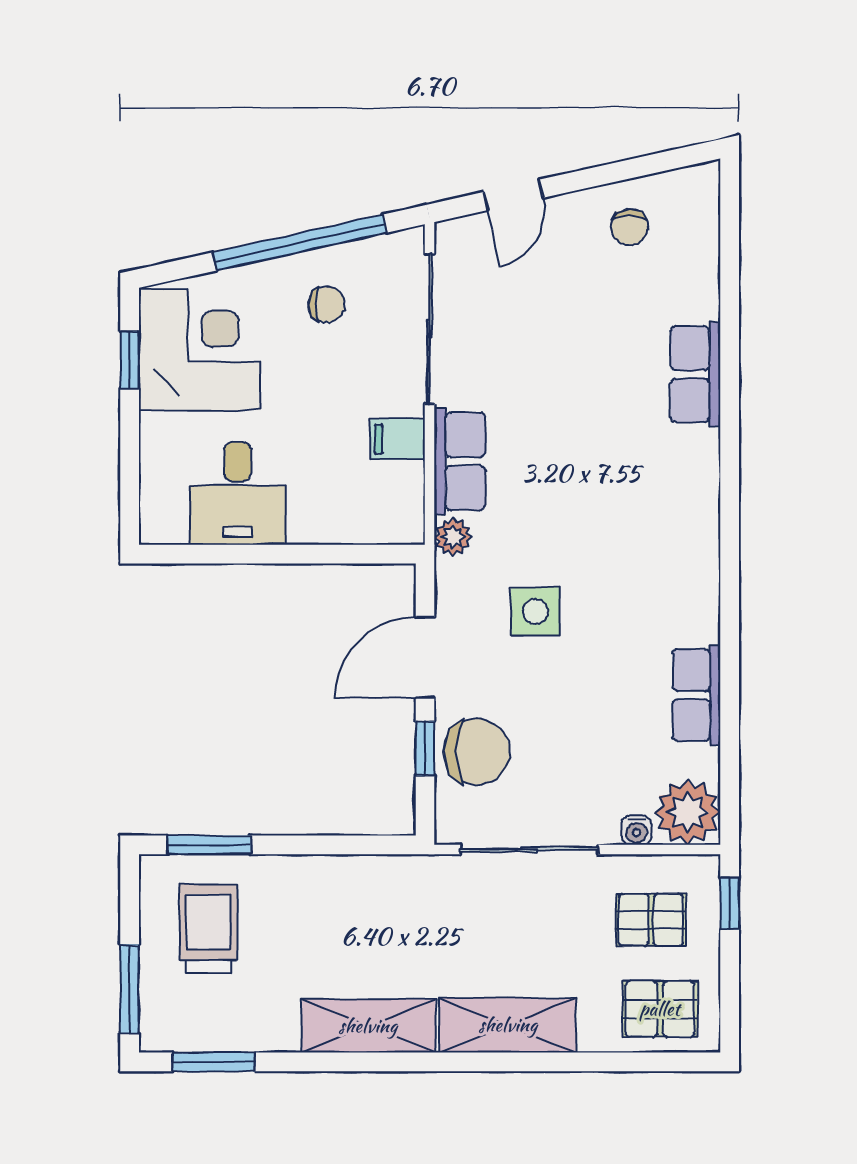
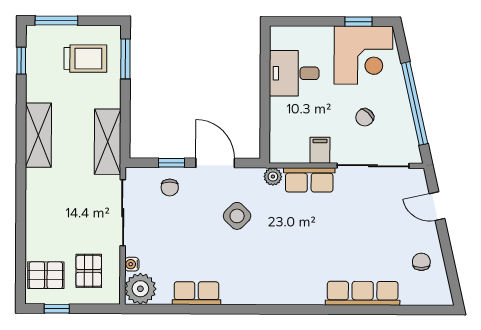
chair: (629, 227) -> (421, 262), turned 90
chair: (327, 304) -> (365, 117), moved, turned 43
row of seats: (695, 374) -> (363, 293), width x1.48
side table: (535, 611) -> (237, 216), turned 45
chair: (477, 752) -> (170, 188), width x0.54, depth x0.54
window: (730, 903) -> (57, 309), moved
pallet: (660, 1009) -> (46, 275), turned 90
shelving: (508, 1025) -> (108, 142), moved
window: (214, 1062) -> (21, 61), width x0.67

